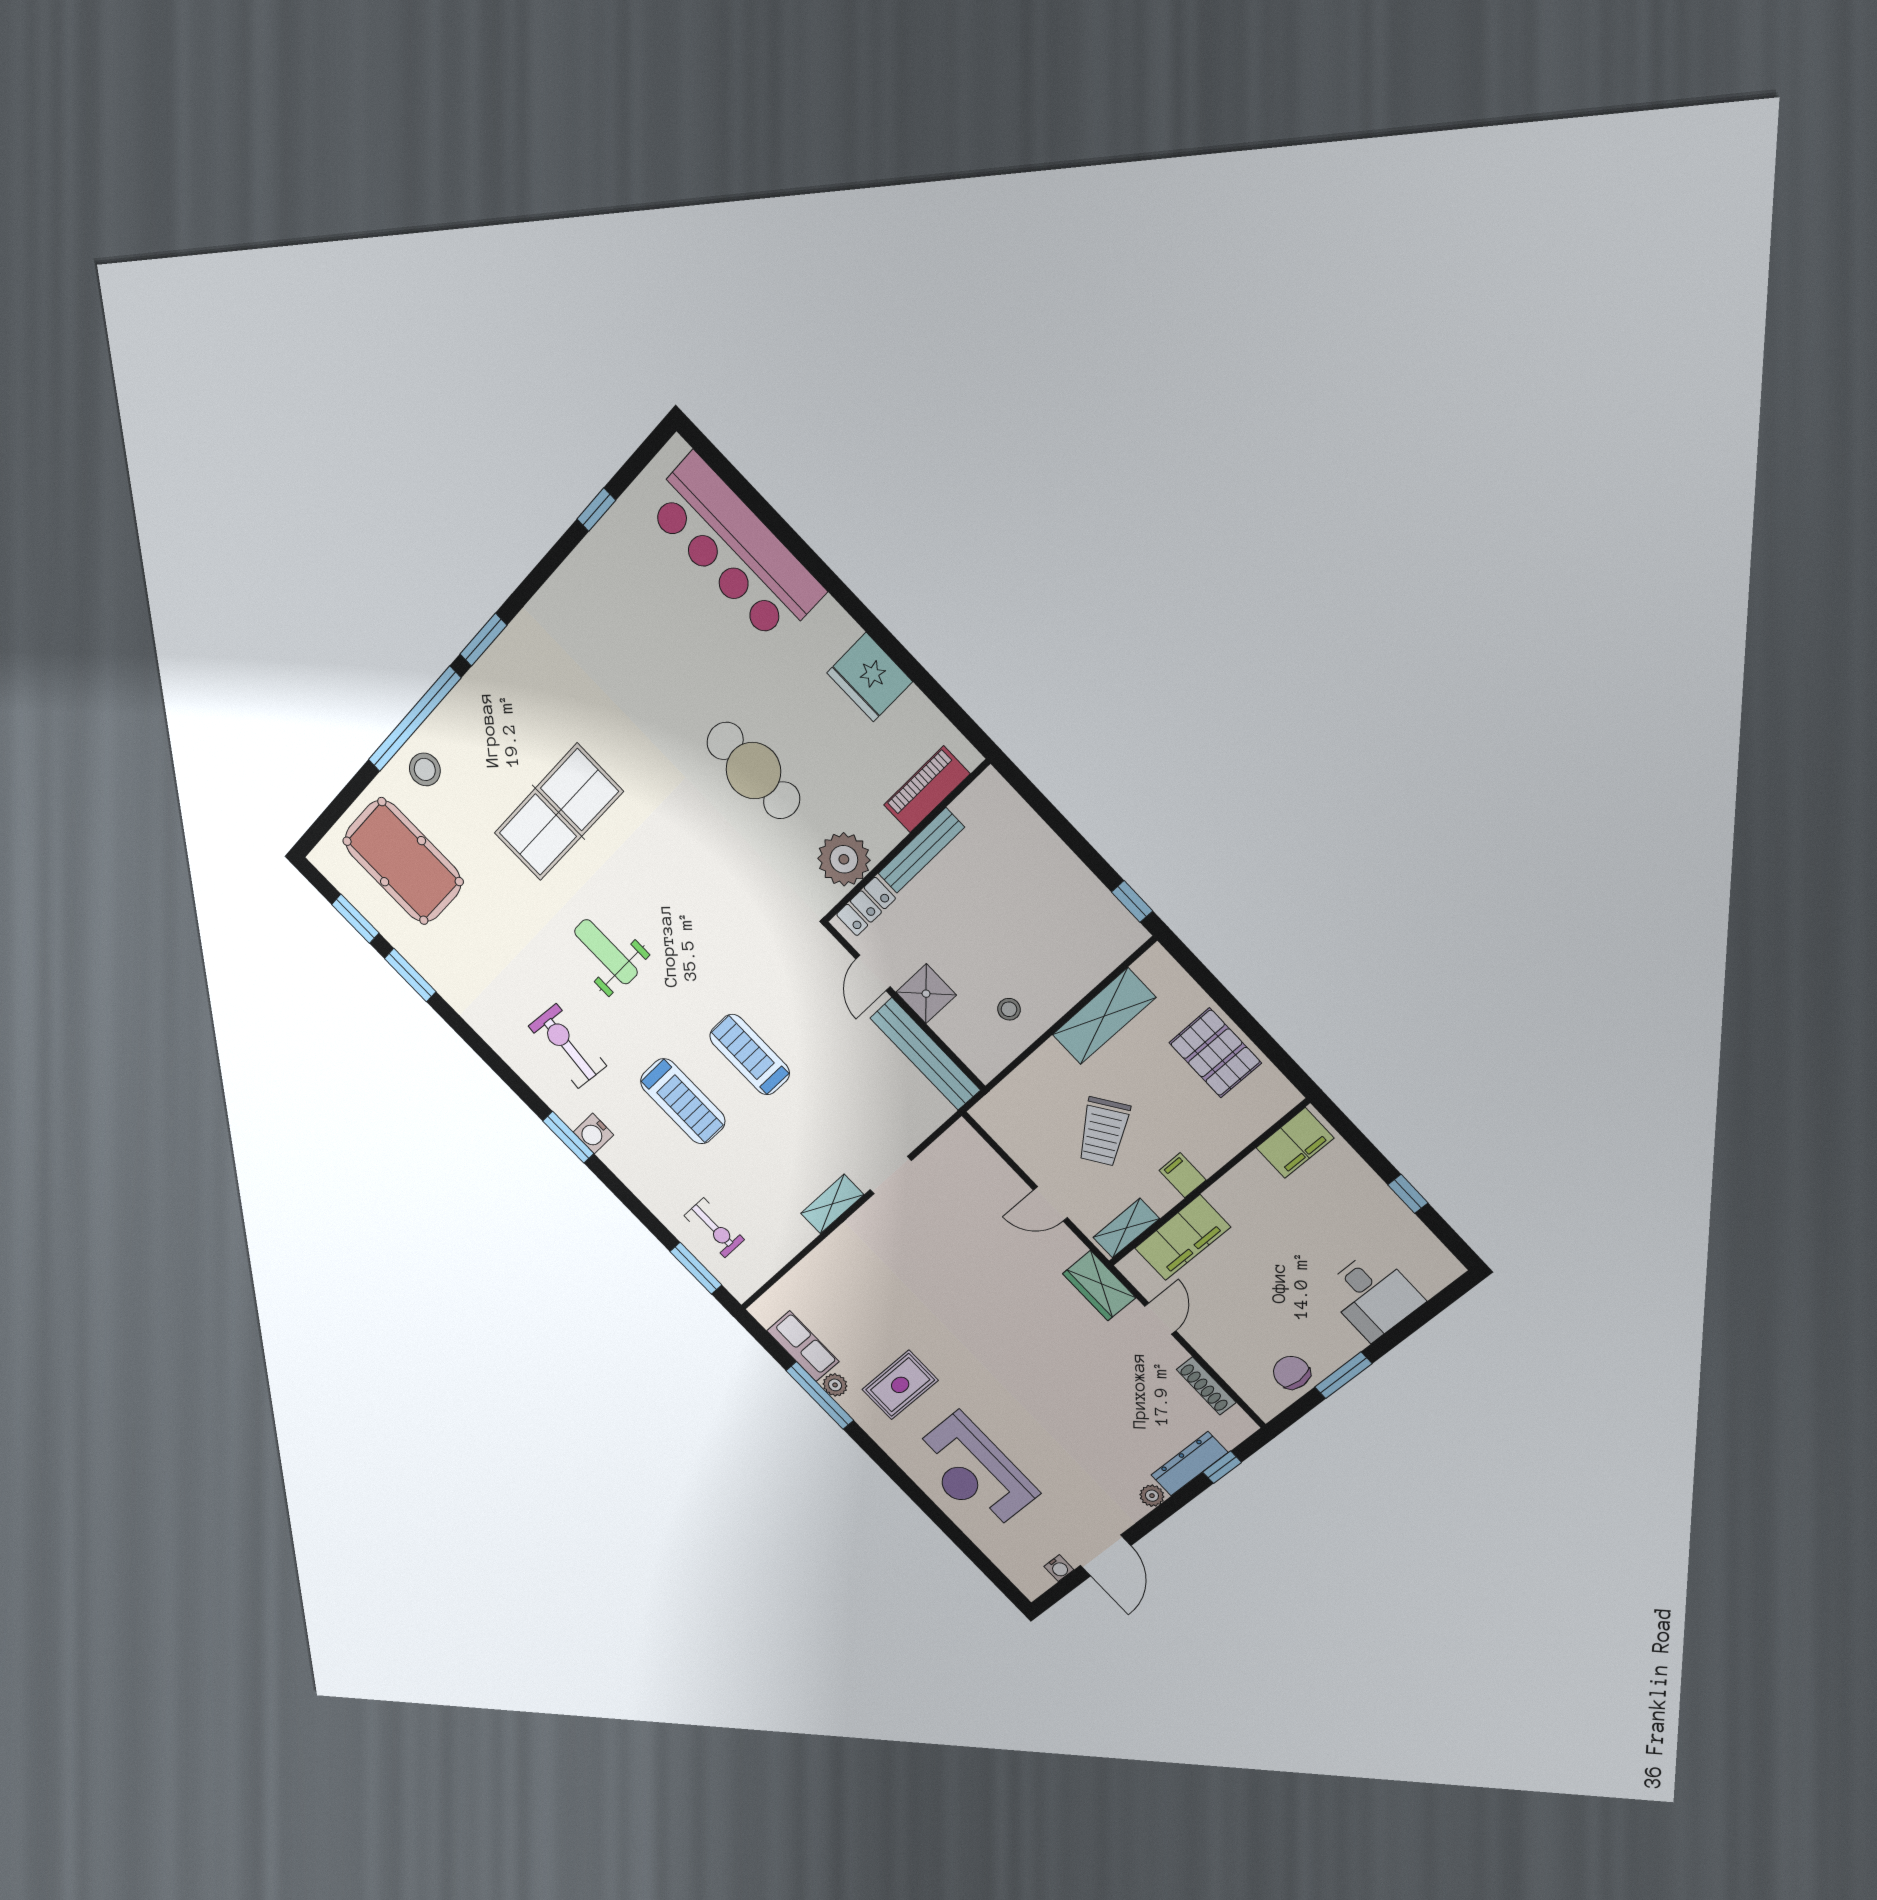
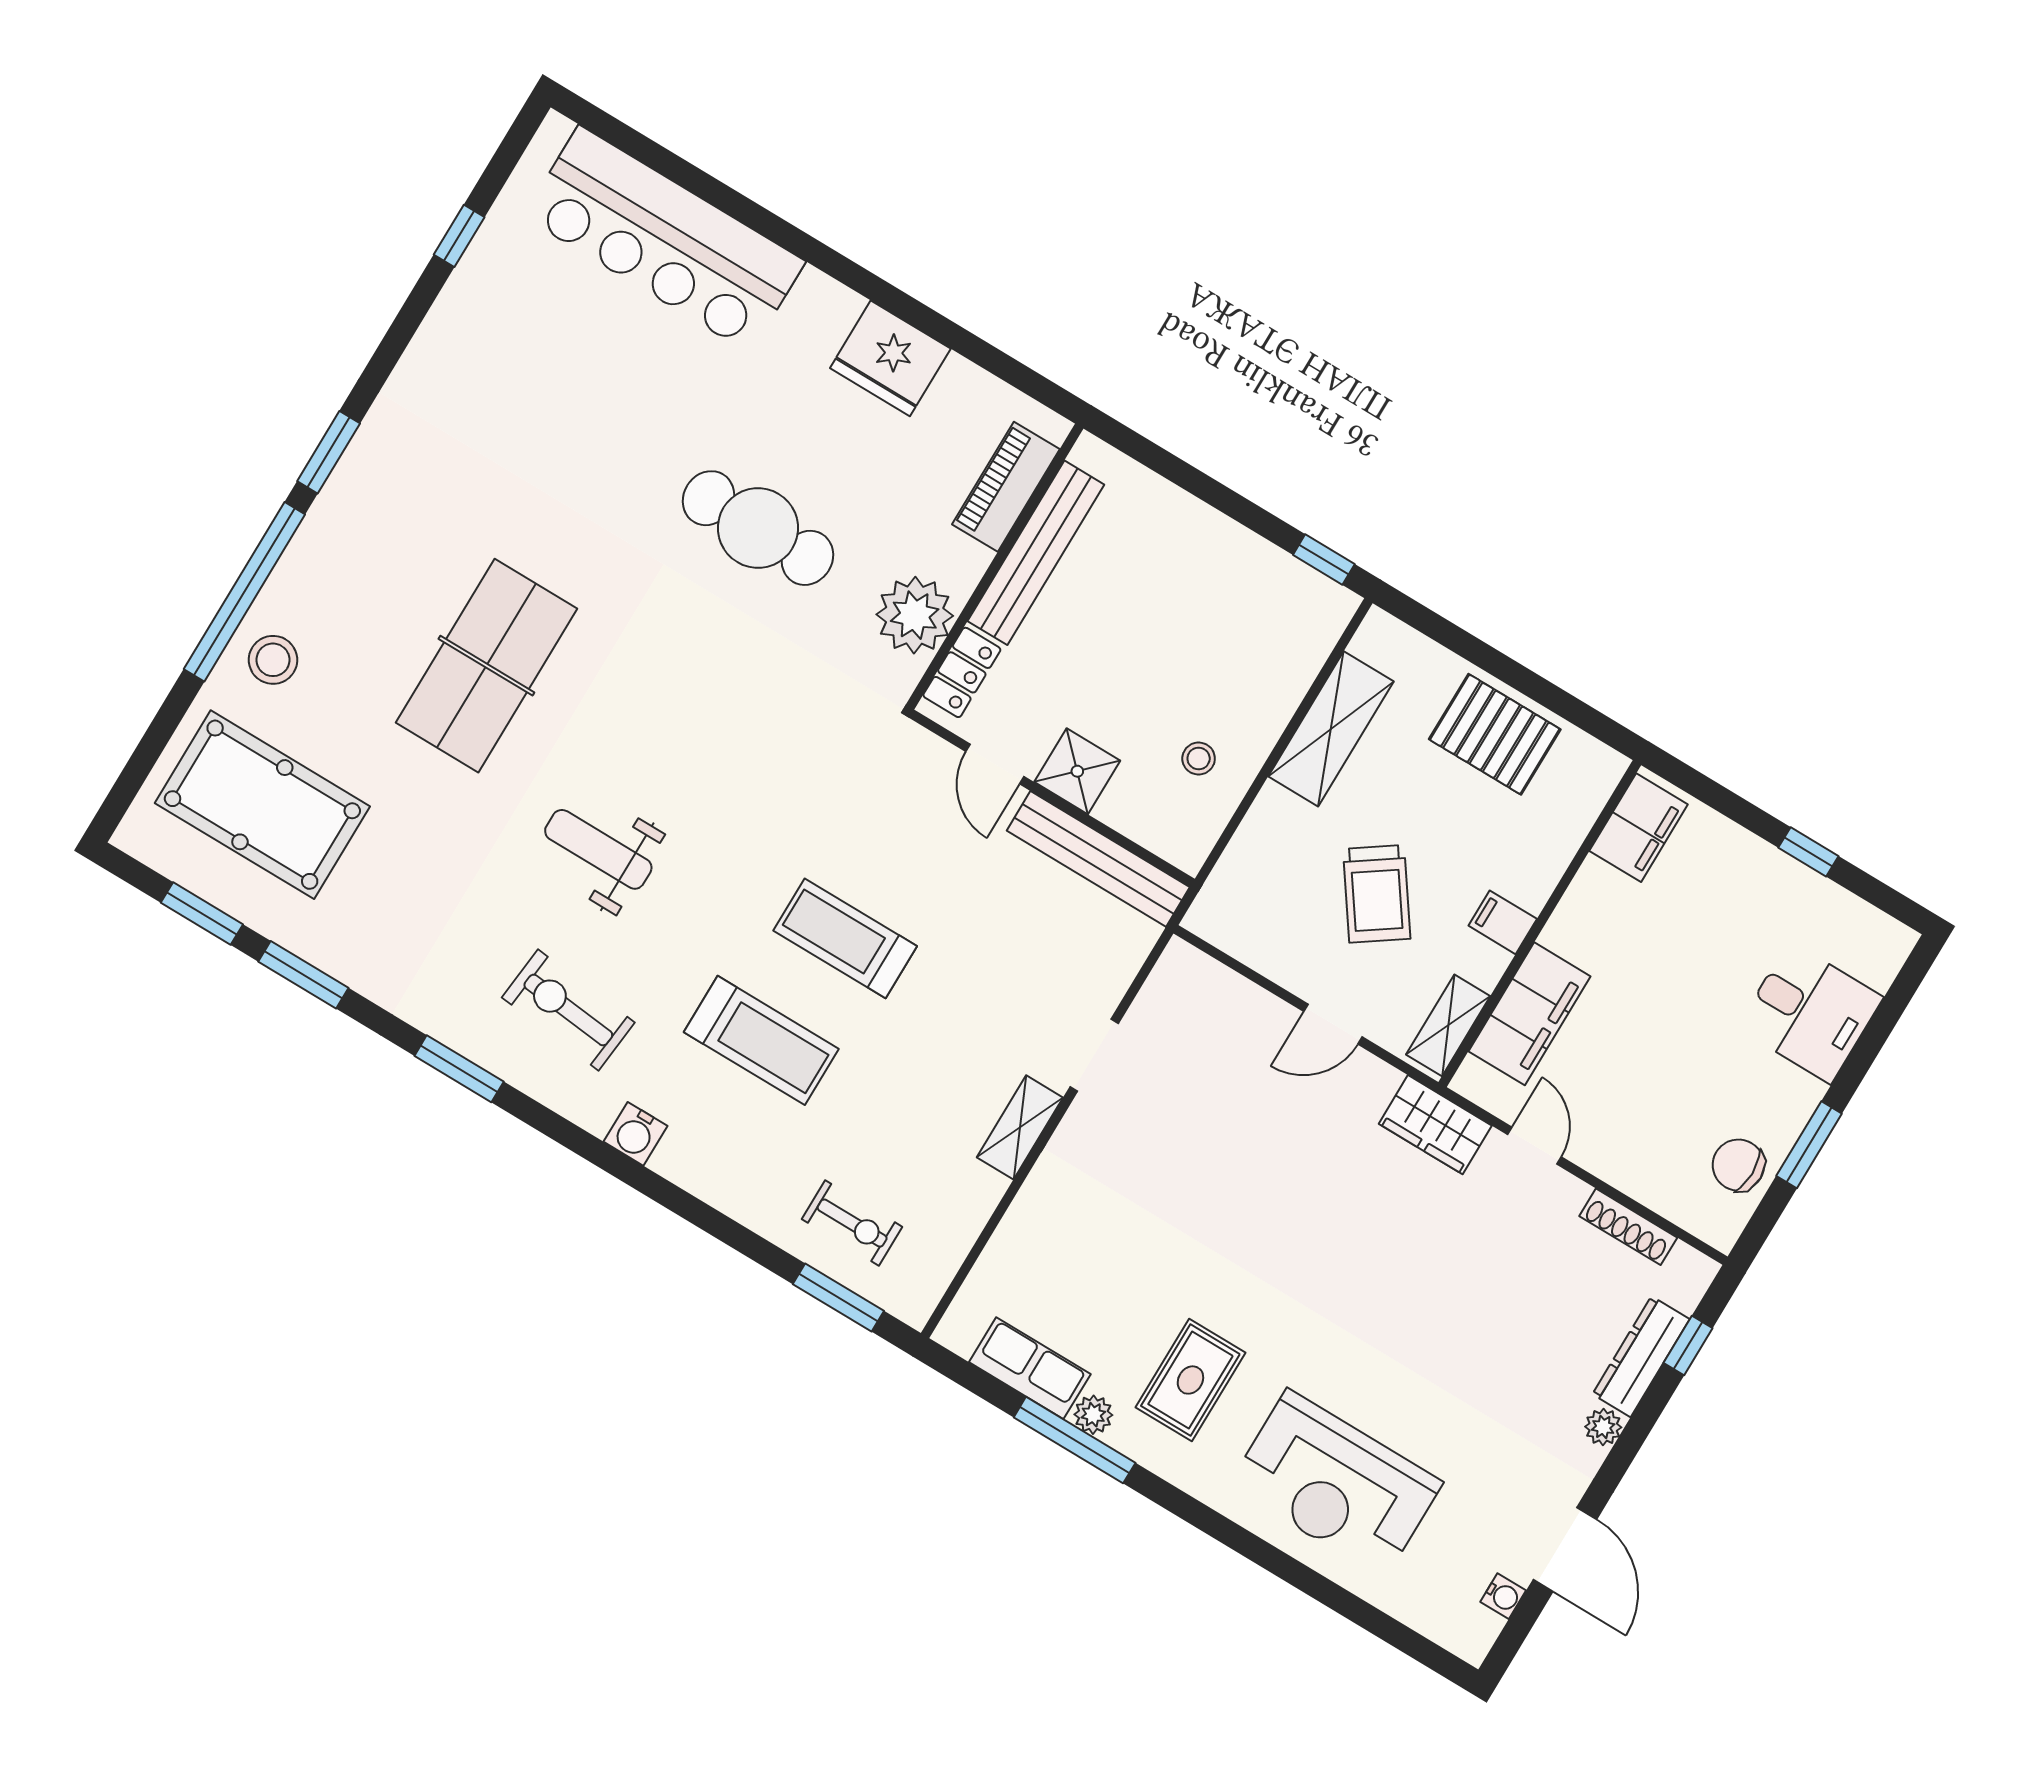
bench: (921, 850) -> (1036, 553), width x1.37, depth x1.21
window: (568, 1137) -> (459, 1069), moved

